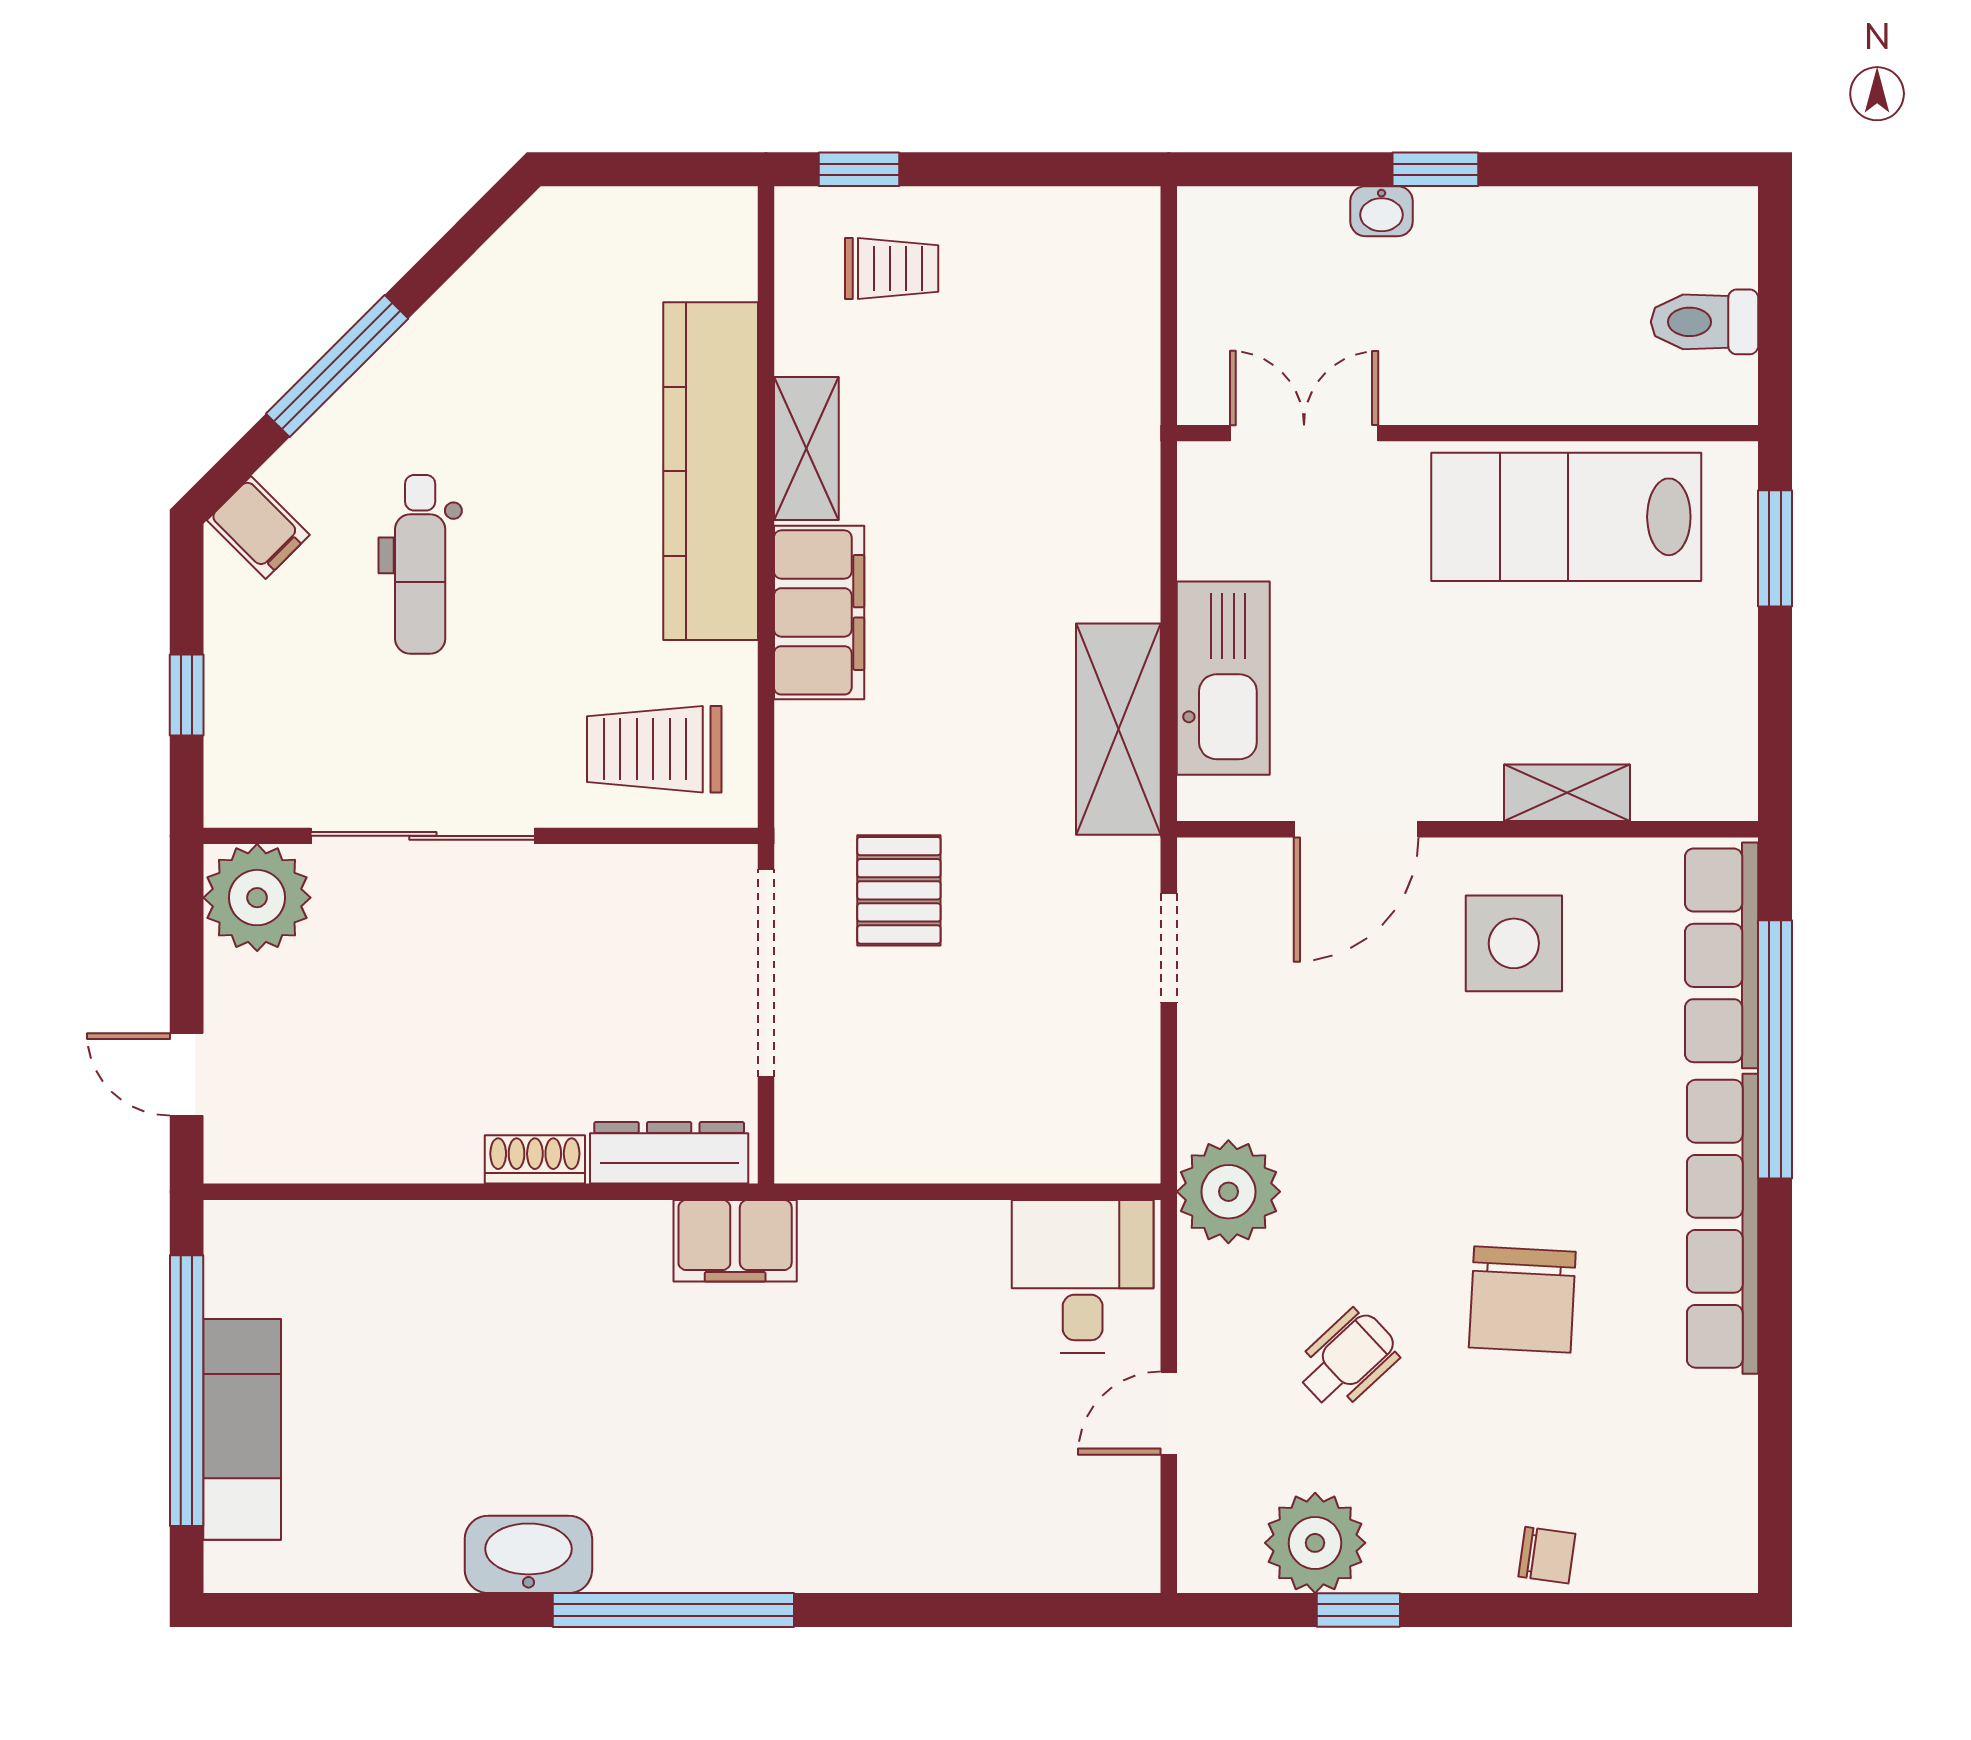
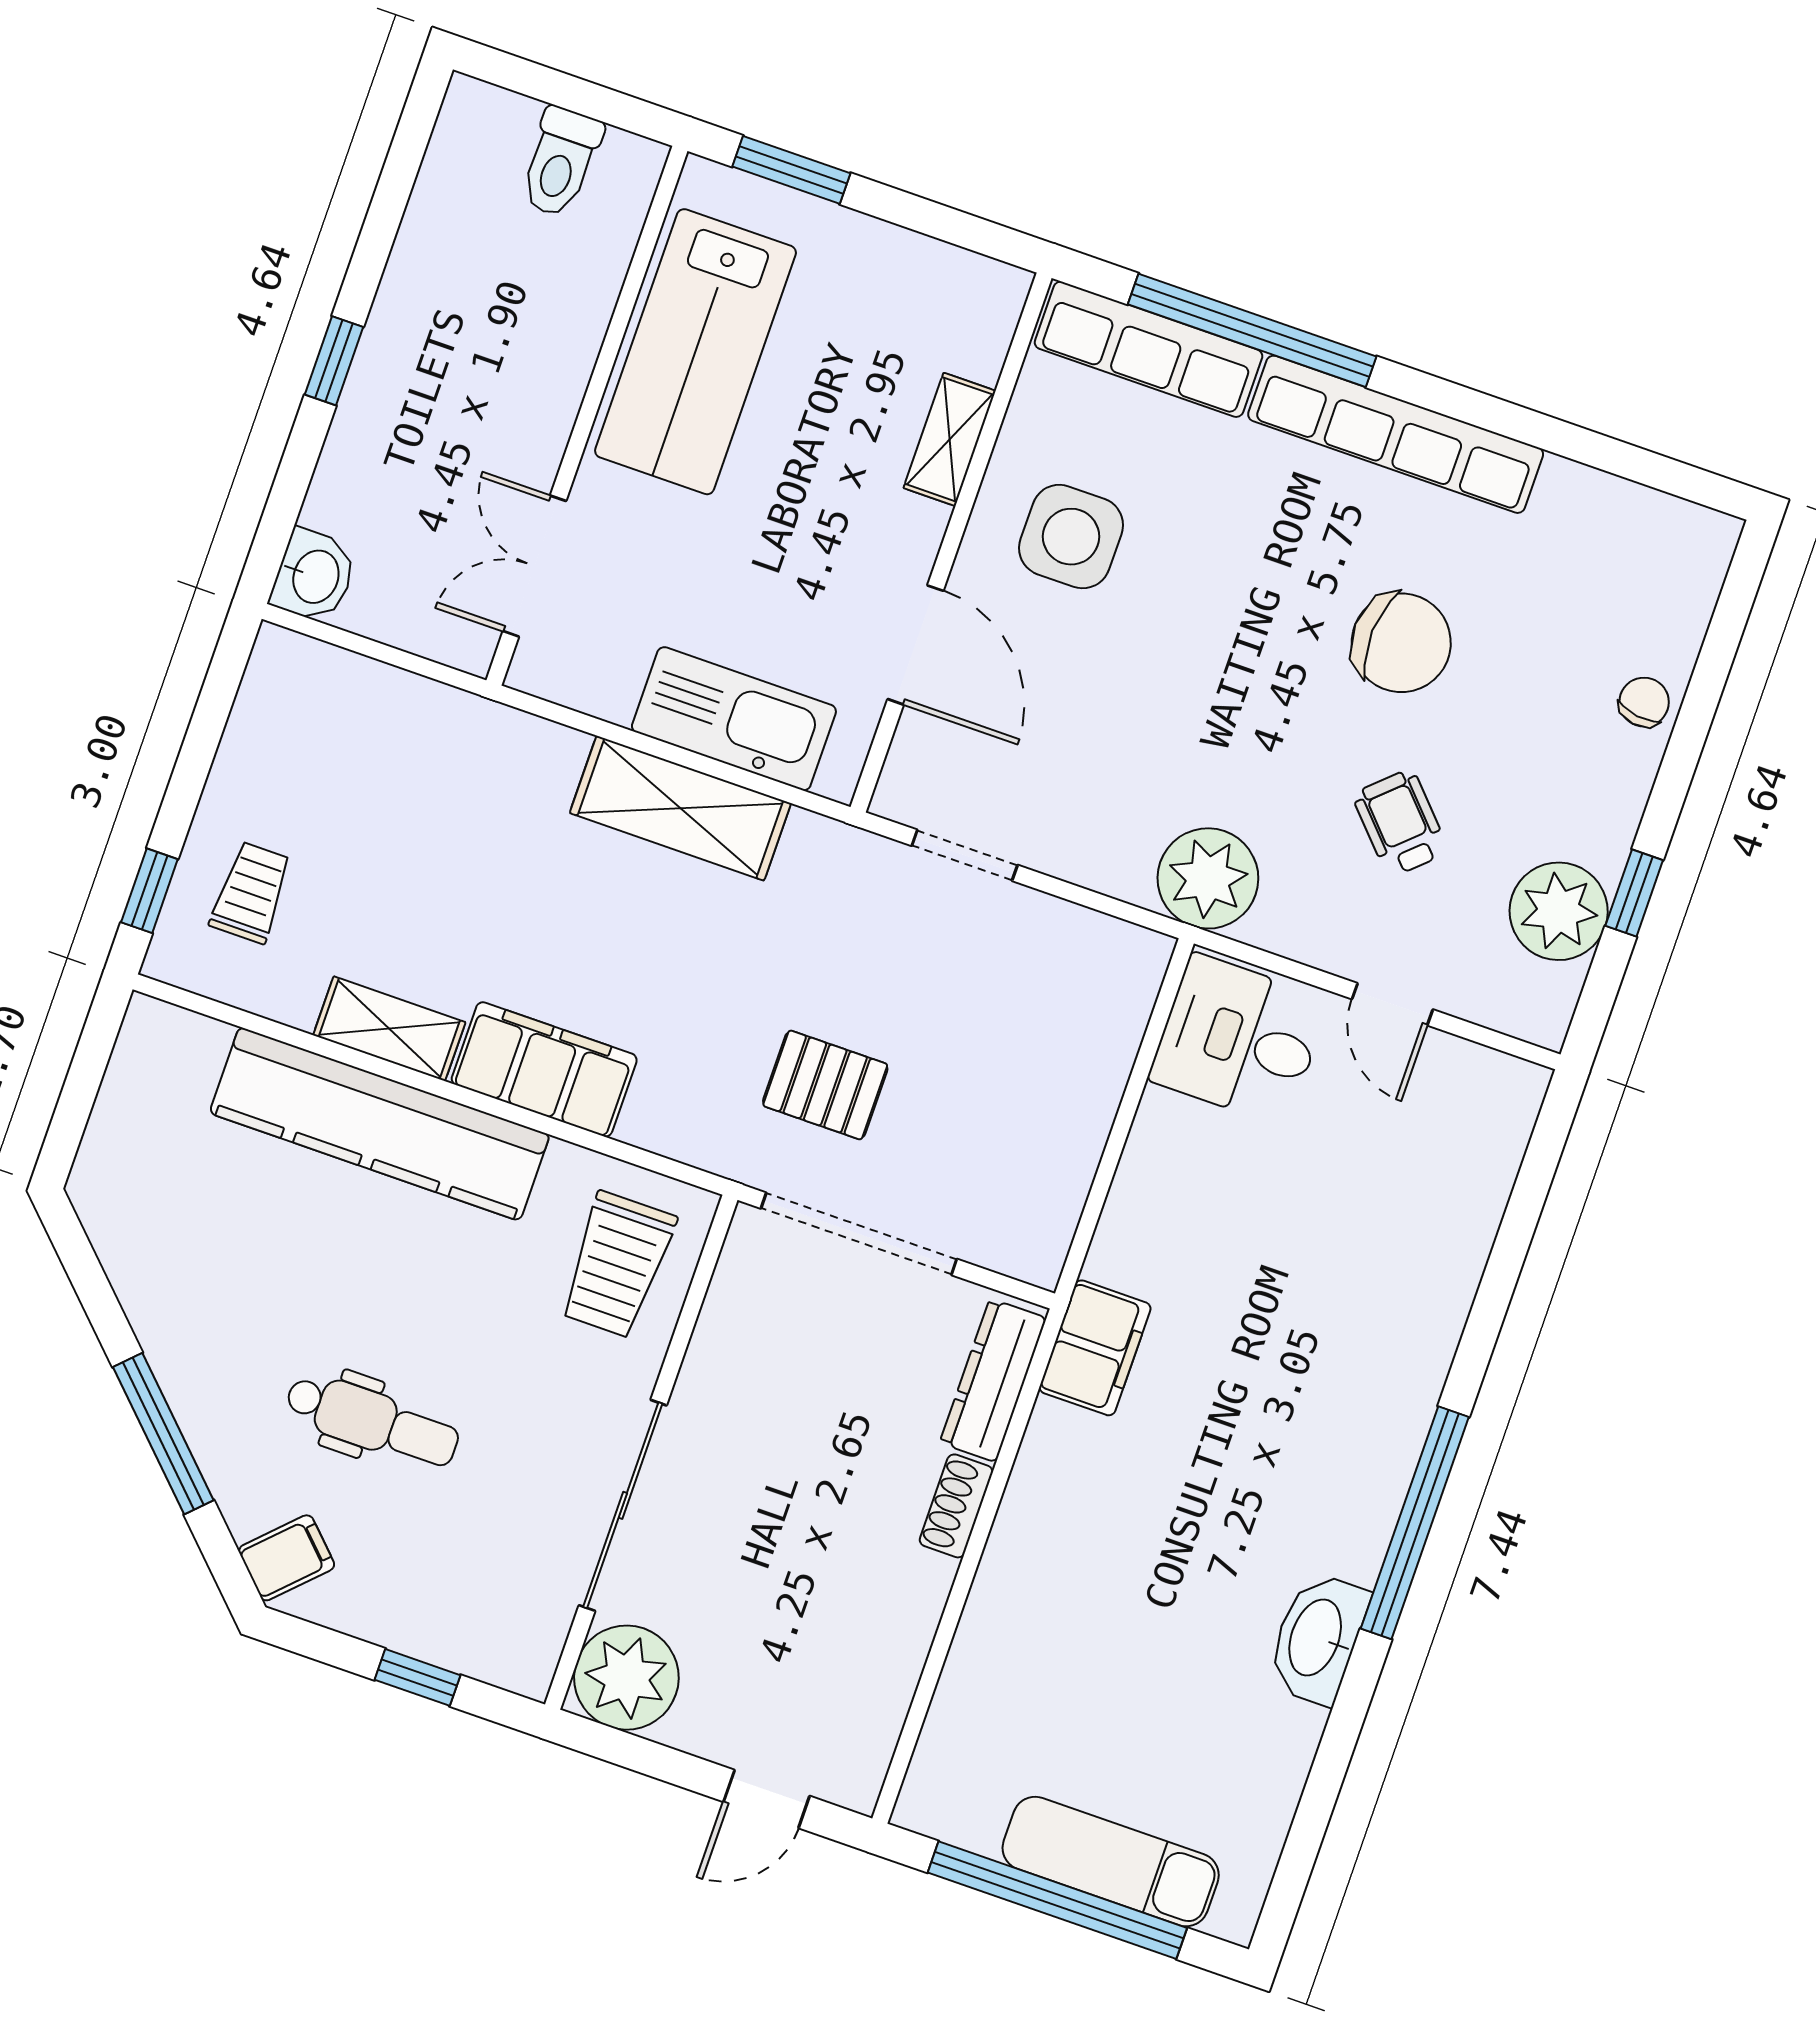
washbasin: (1382, 211) -> (314, 576), moved, width x1.38, depth x1.45
shelving: (1118, 729) -> (680, 808), moved

